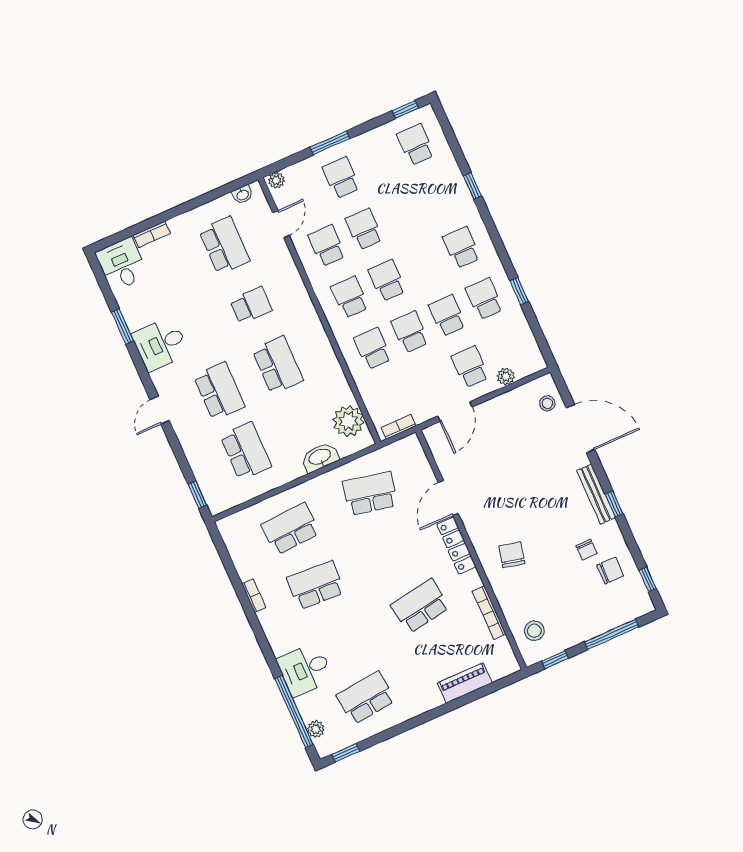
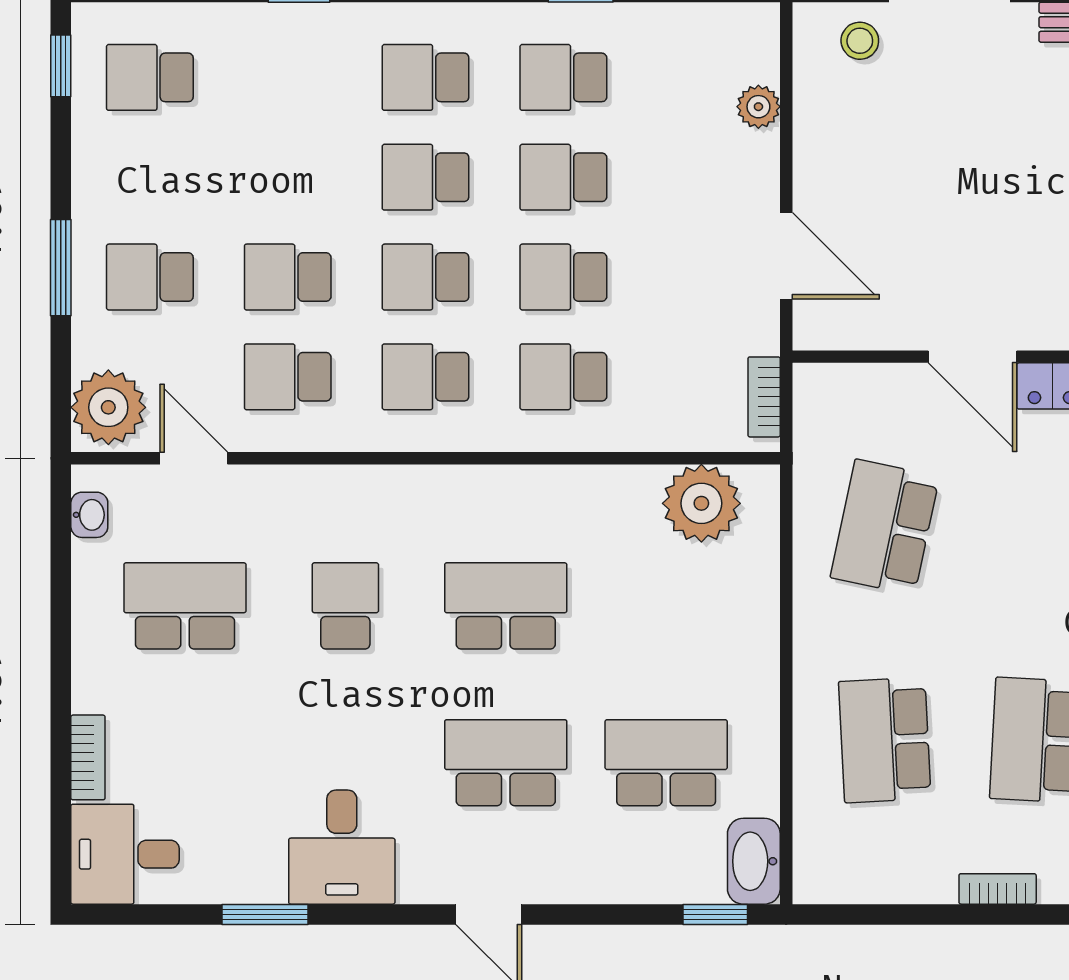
plant: (276, 180) -> (108, 407), width x1.88, depth x1.88
school desk: (470, 367) -> (426, 177), moved
washbasin: (320, 457) -> (754, 861), moved

